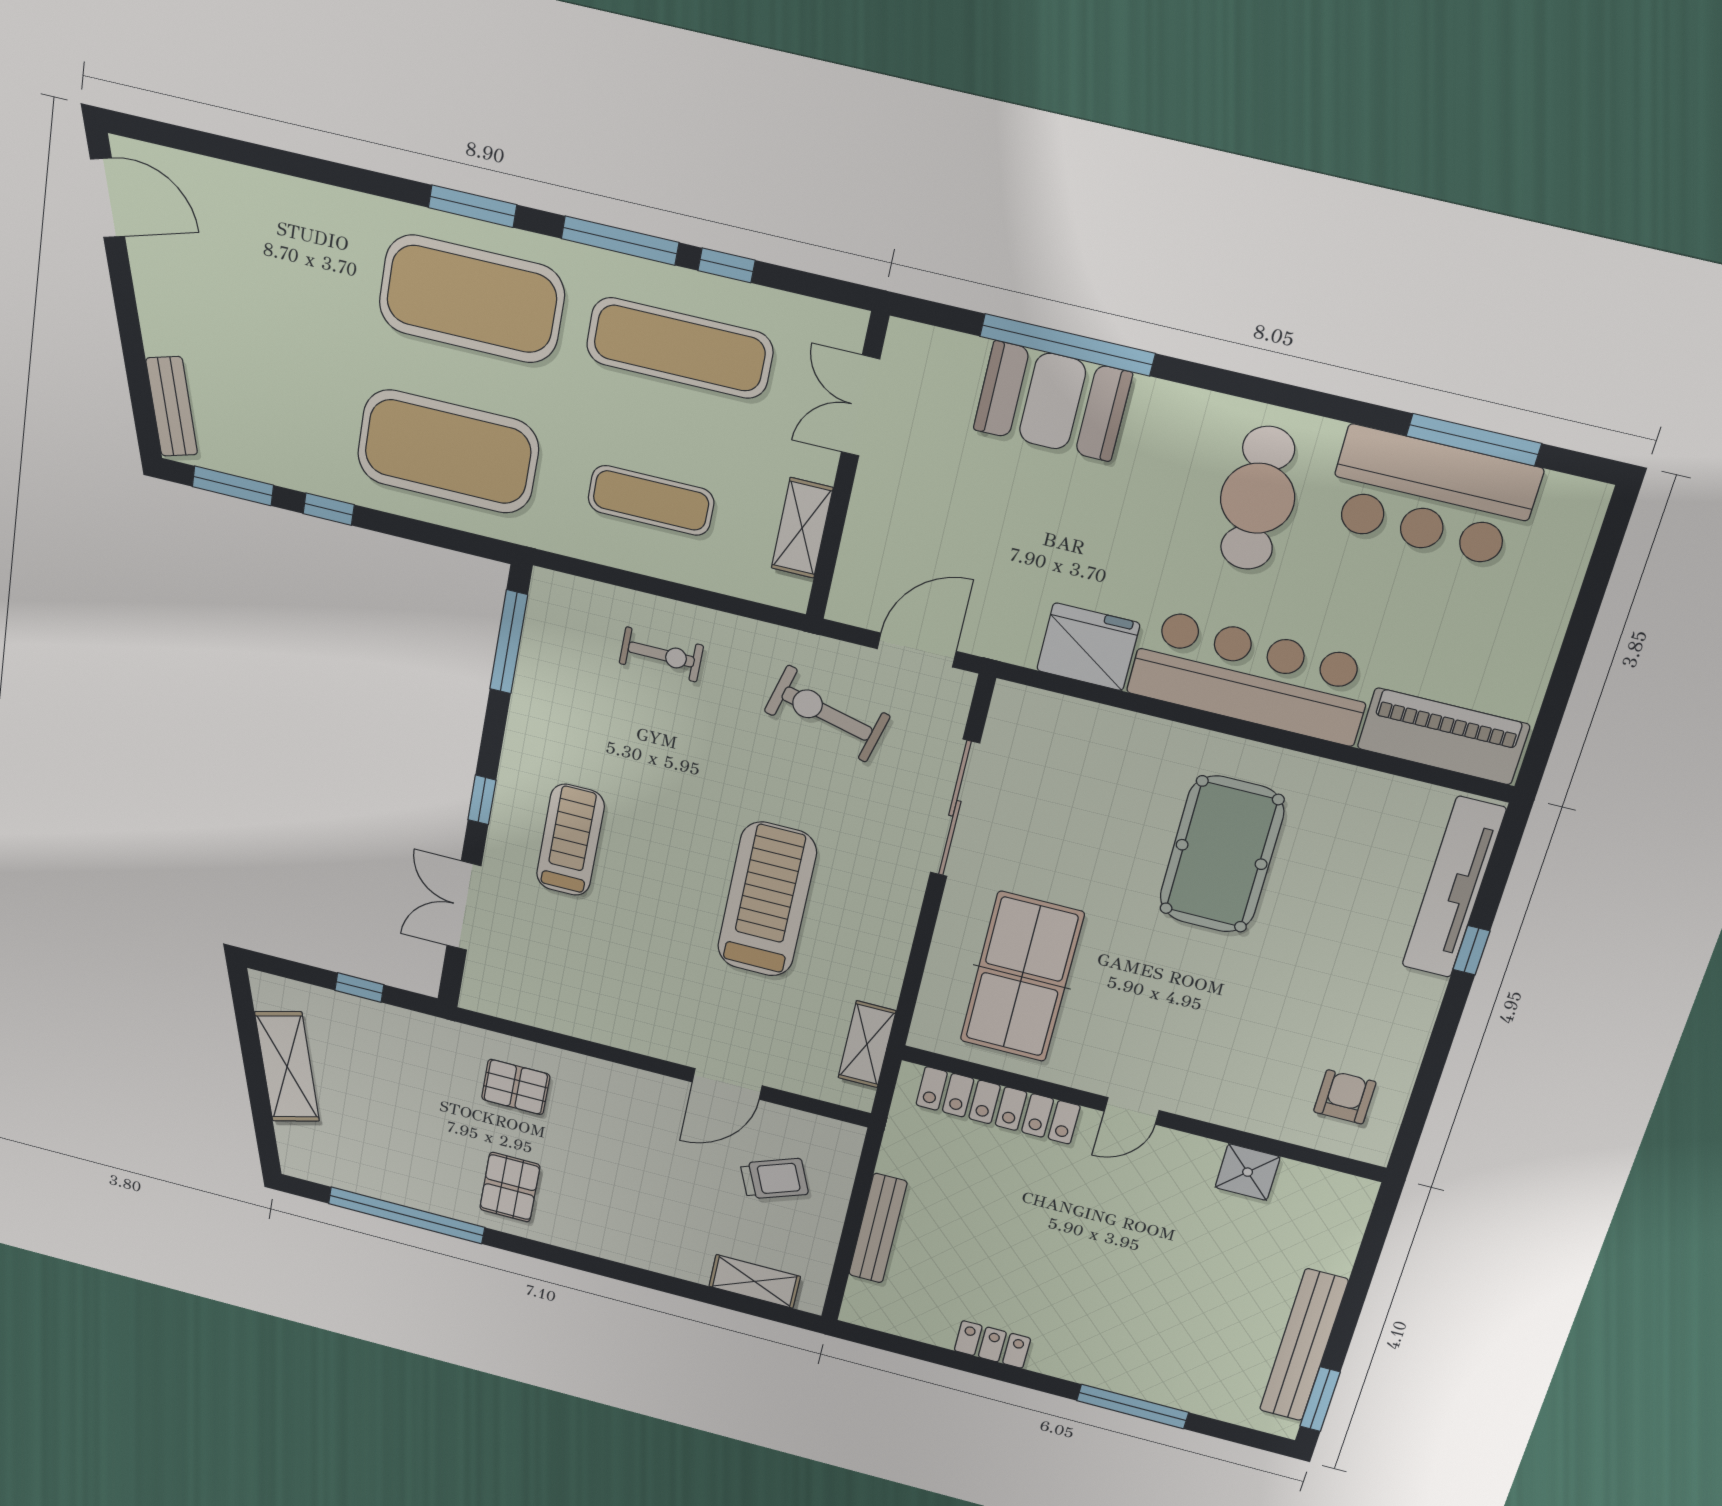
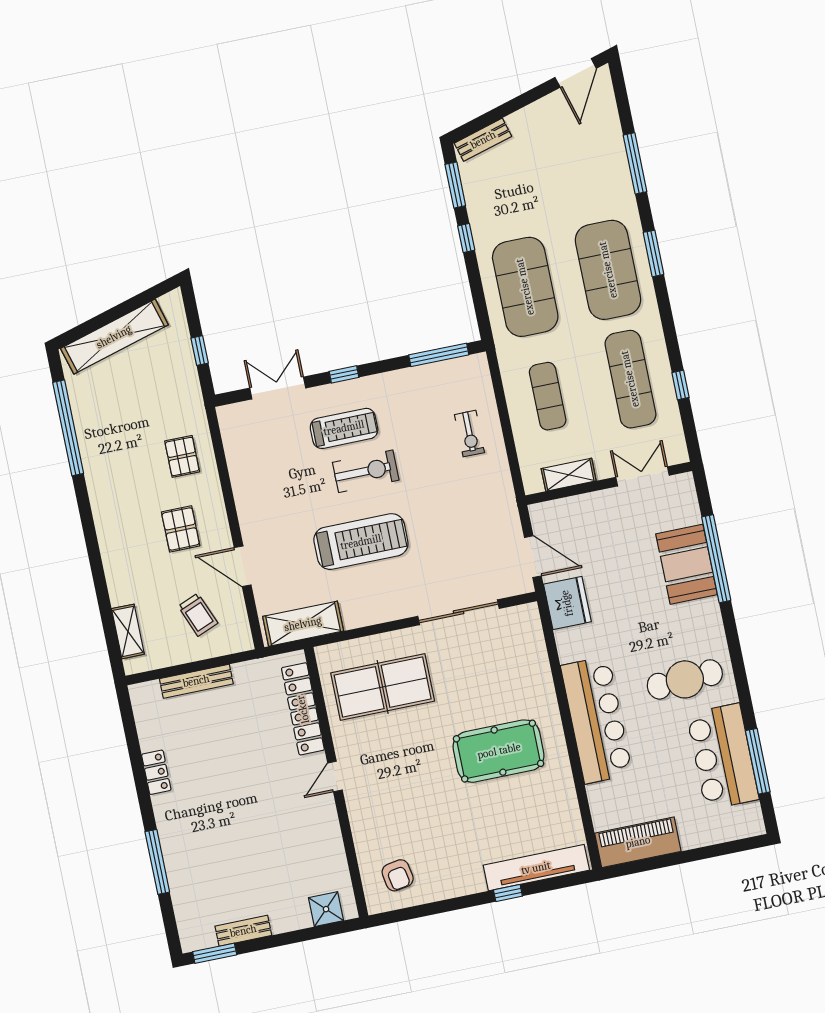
window: (620, 241) -> (635, 163), moved
fridge: (1088, 647) -> (567, 603), moved
exercise bike: (827, 714) -> (366, 471), moved, turned 76
piano: (1443, 736) -> (638, 842), moved, turned -90
shelving: (867, 1044) -> (303, 624), width x1.50, depth x1.33
shelving: (287, 1067) -> (114, 337), width x1.47
armchair: (1345, 1097) -> (398, 875), turned 80
door: (1132, 1111) -> (335, 776), hinge flipped
shower: (1248, 1172) -> (326, 909), moved
pallet: (510, 1187) -> (181, 529), moved, turned 90
bench: (1304, 1345) -> (243, 931), width x0.54, depth x0.82

